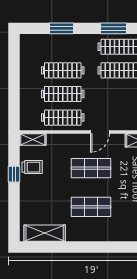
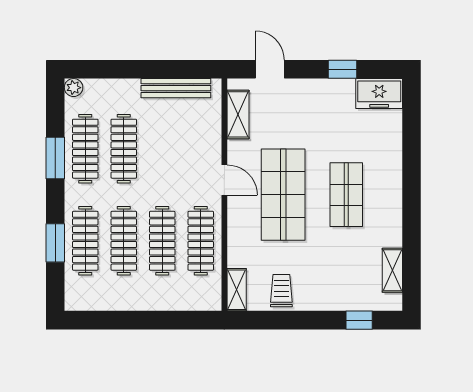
clothes rail: (63, 47) -> (85, 241), added
shop shelf: (91, 168) -> (283, 195), width x1.43, depth x1.36
window: (14, 174) -> (359, 320), moved
shelving: (45, 233) -> (392, 270), width x0.67, depth x0.75

